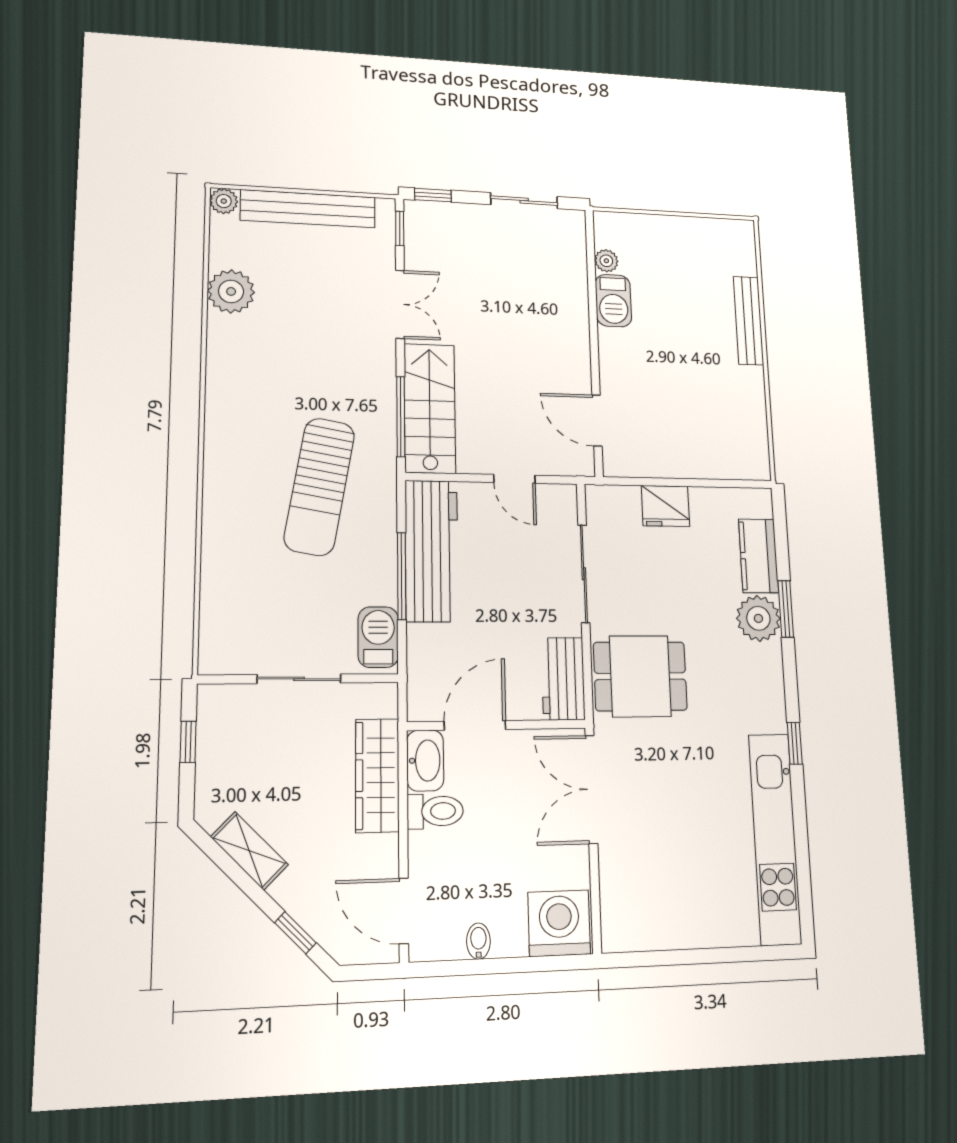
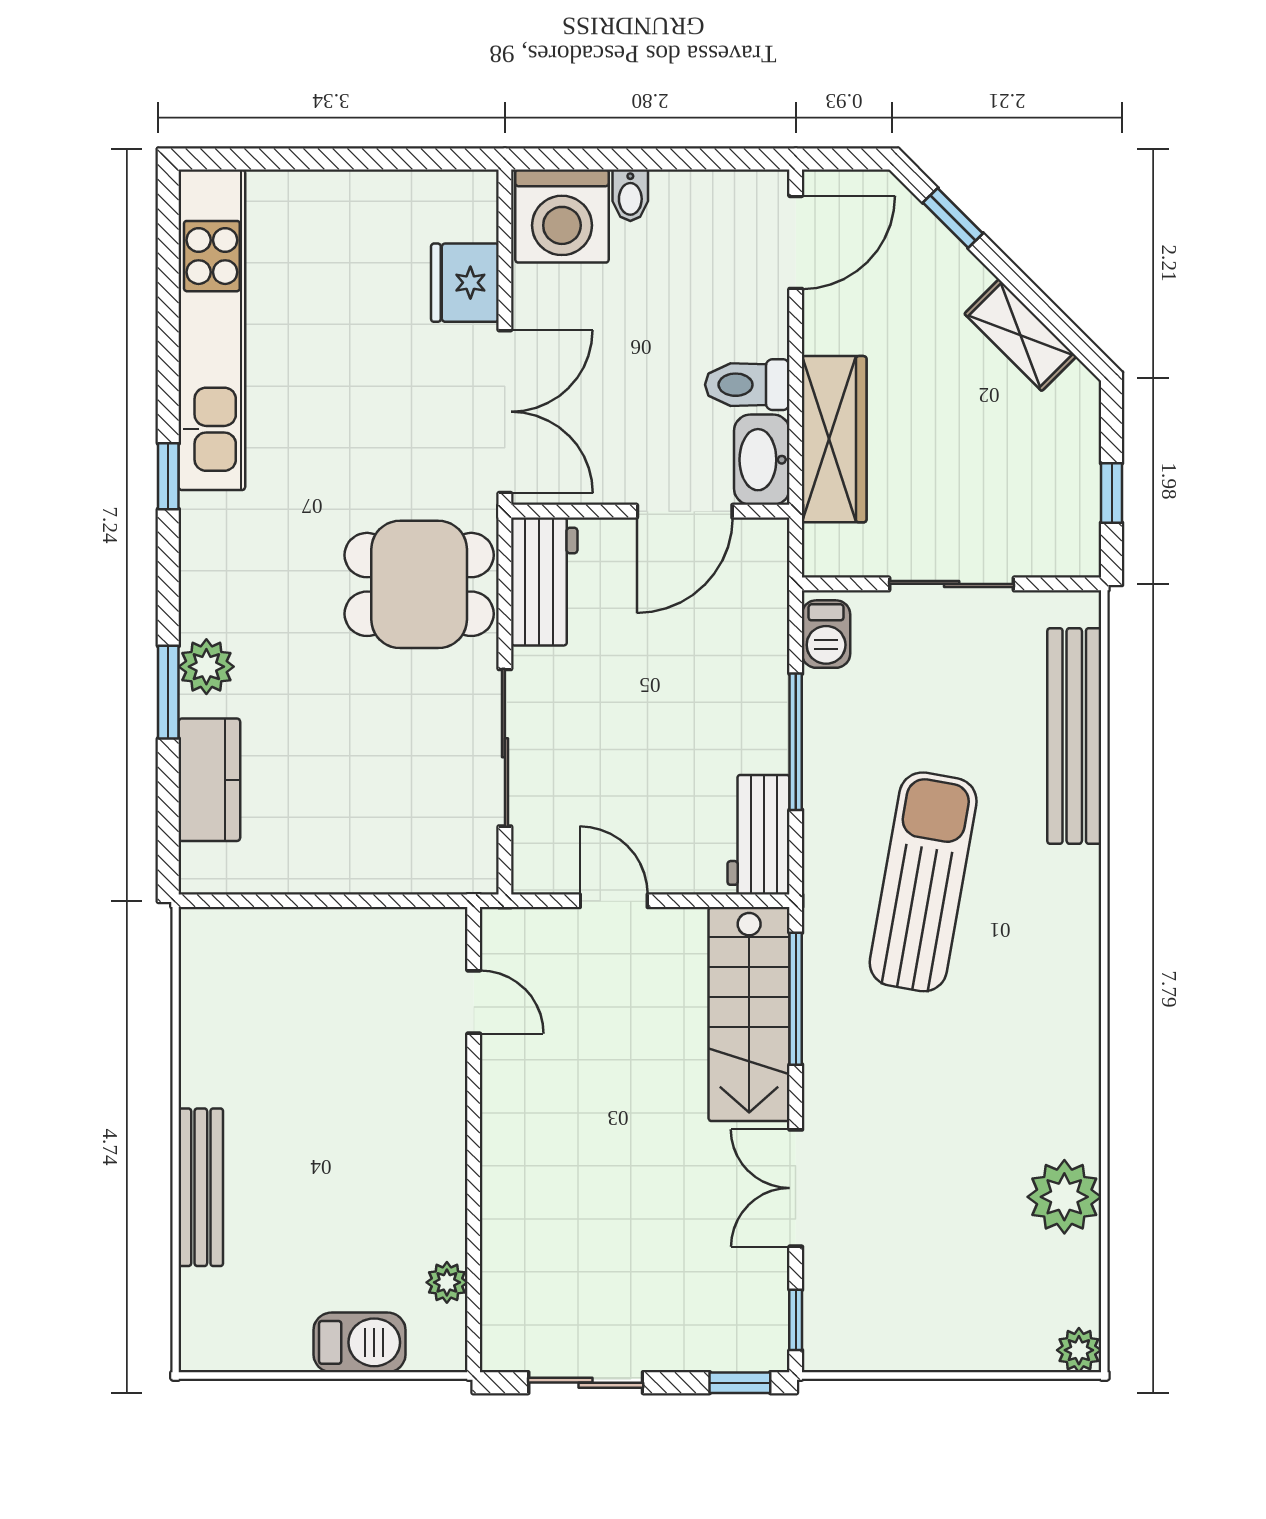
bench: (308, 209) -> (1074, 736), moved, turned 90
barbecue: (613, 301) -> (360, 1342), moved, turned 90
door: (597, 421) -> (474, 1002), width x0.73
fridge: (665, 506) -> (465, 283), moved, turned -90
workbench: (432, 551) -> (759, 835), width x0.53, depth x0.76
plant: (758, 618) -> (206, 667), width x0.73, depth x0.73
barbecue: (378, 637) -> (826, 634), width x0.73, depth x0.79
door: (404, 911) -> (796, 242), hinge flipped
bidet: (478, 941) -> (630, 195), moved

